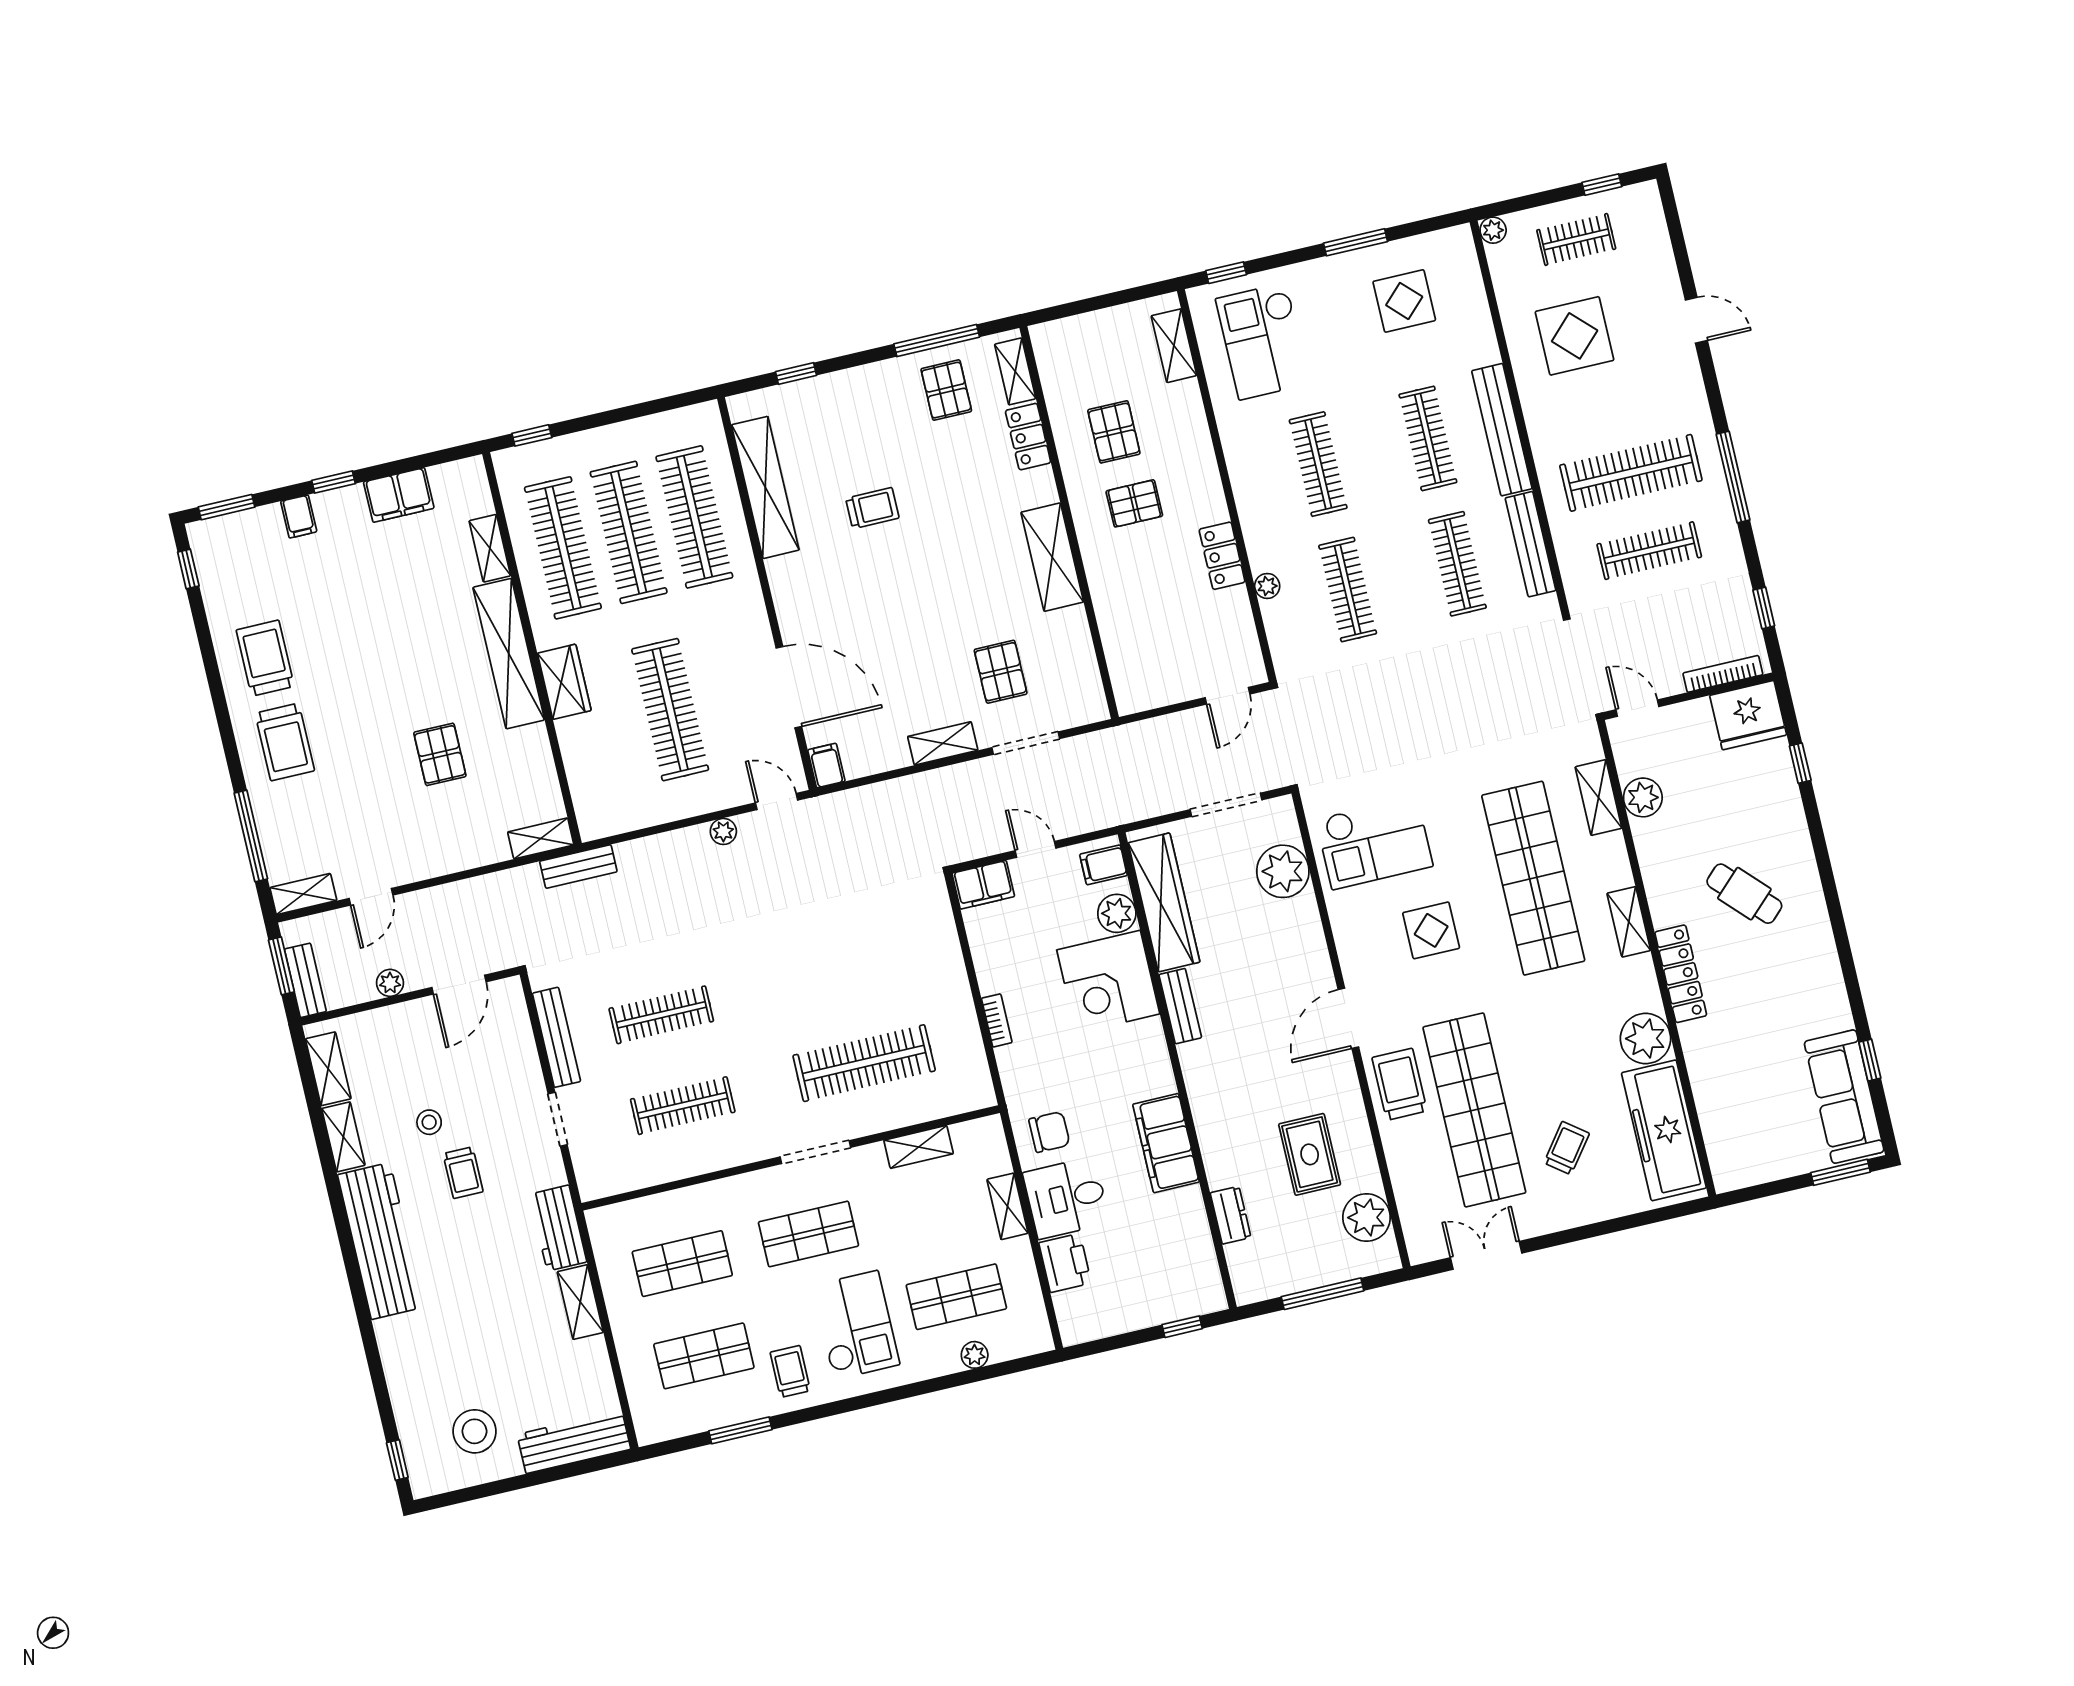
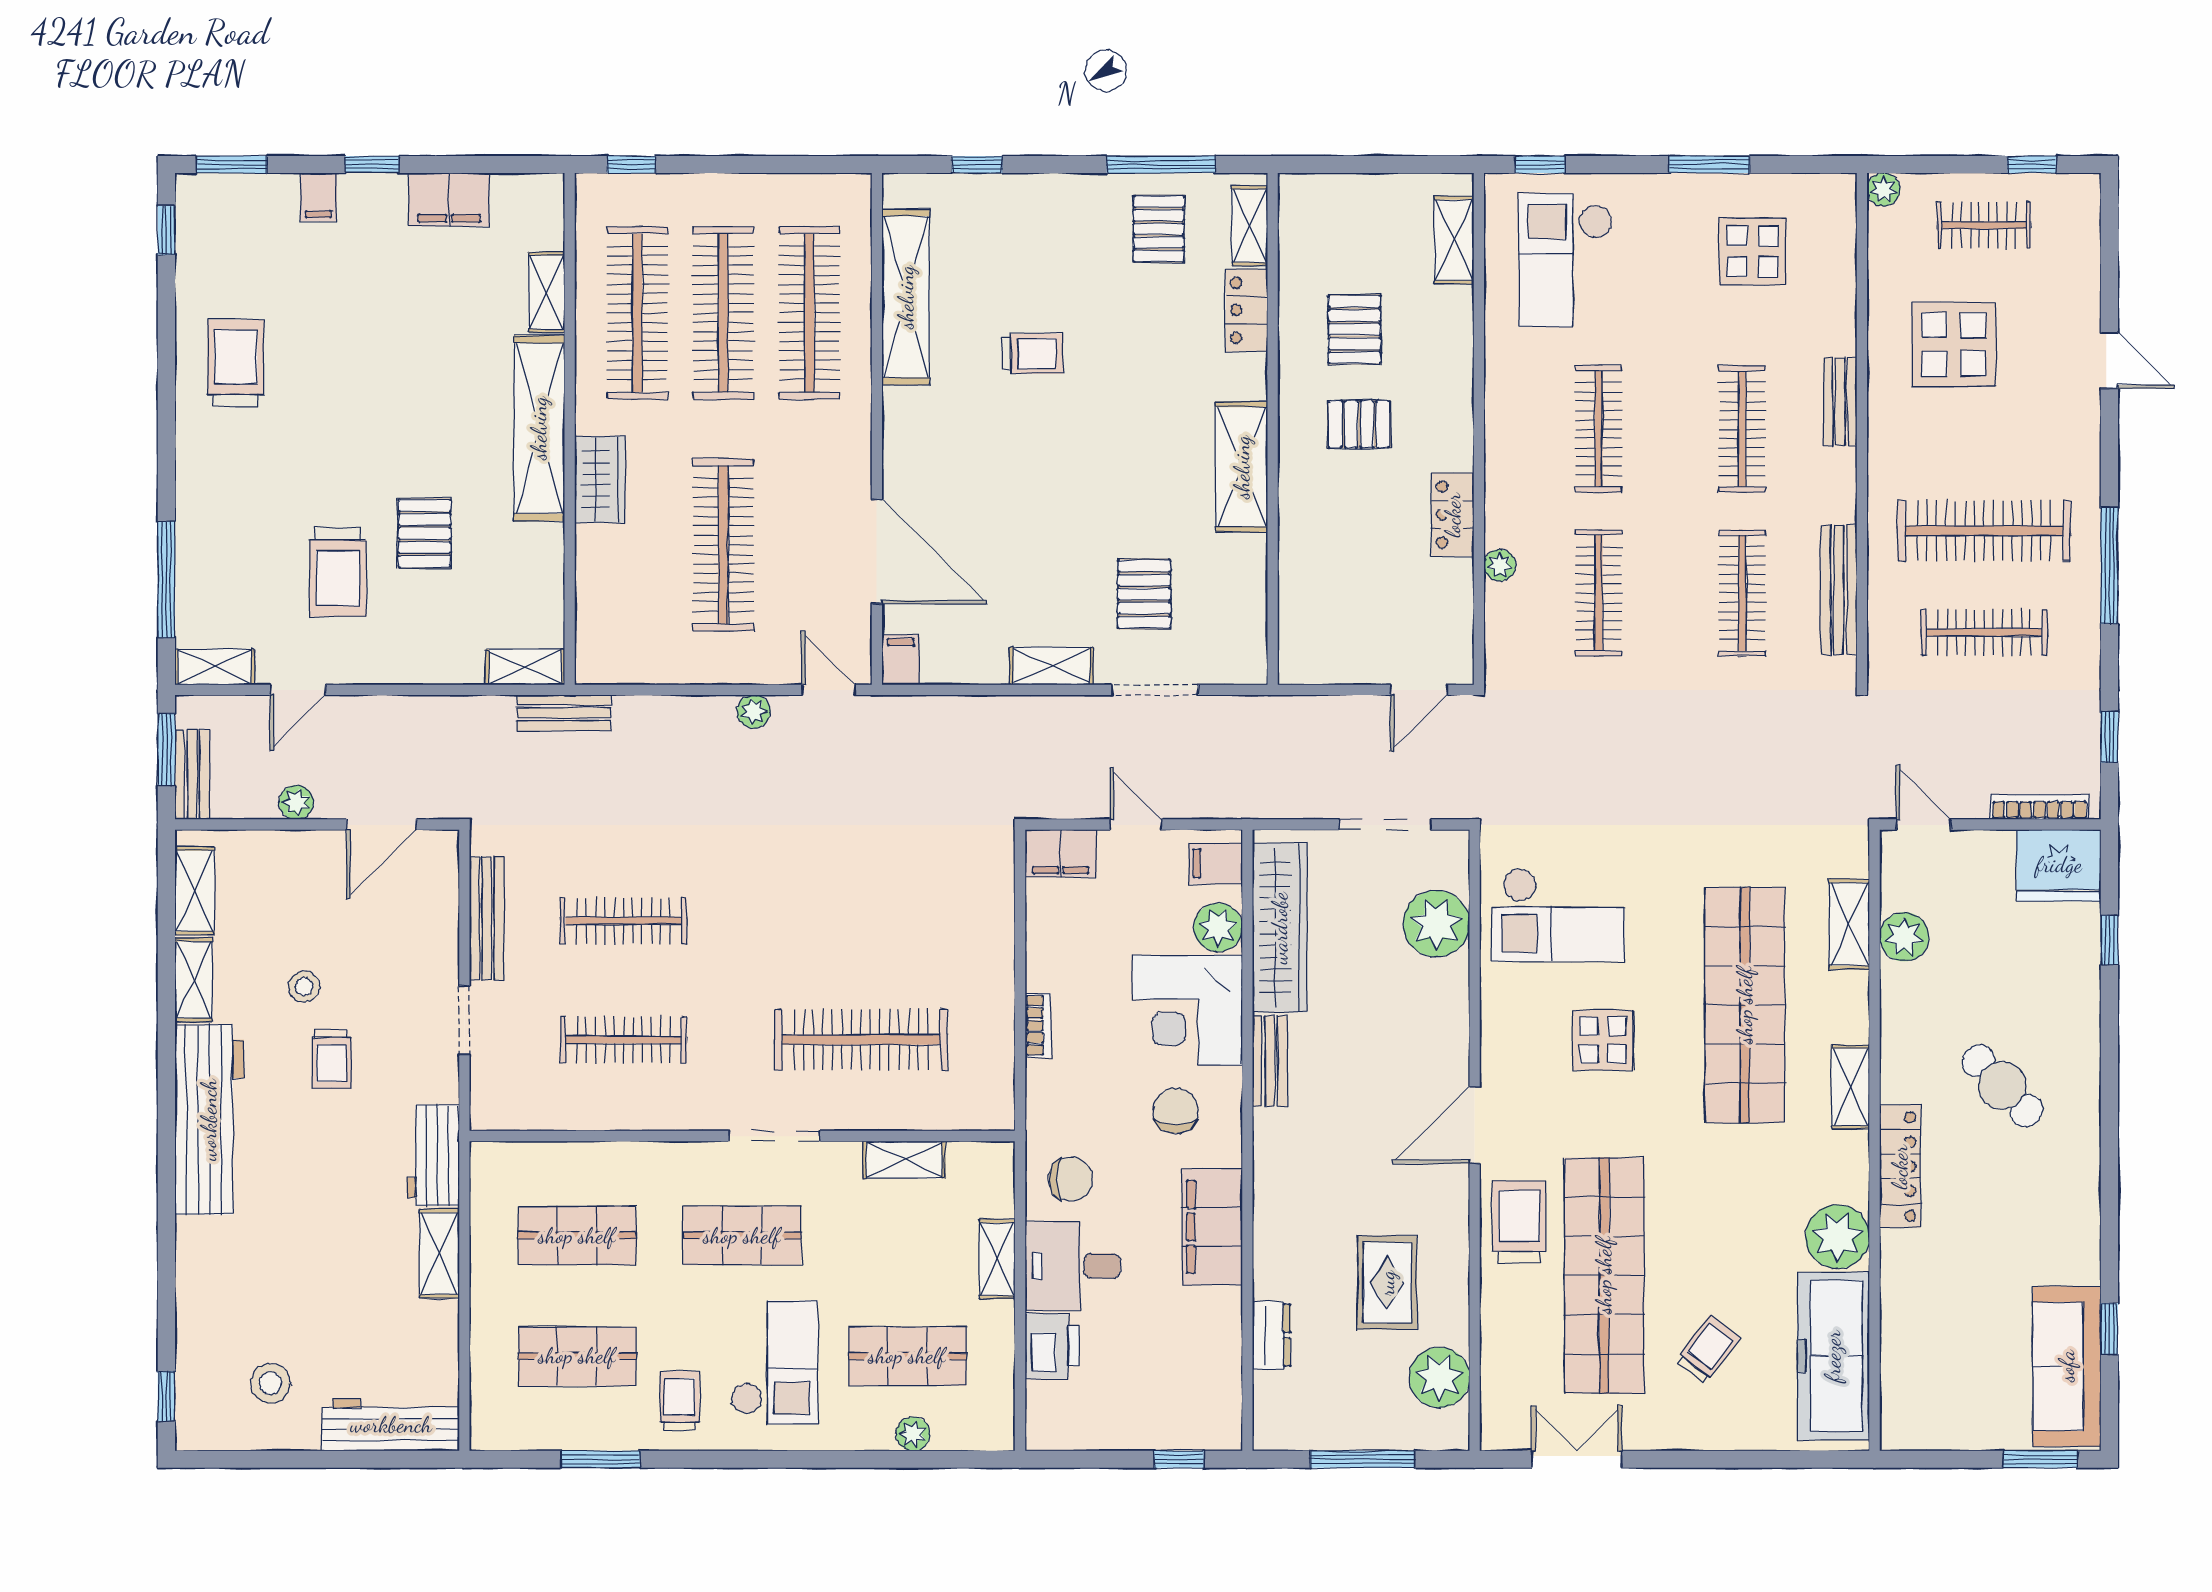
bench: (1502, 430) -> (1840, 402), width x0.54, depth x0.82
trolley: (285, 742) -> (338, 572), moved
chair: (1117, 1061) -> (1176, 1110), added
stool: (474, 1431) -> (271, 1383), width x0.73, depth x0.73

